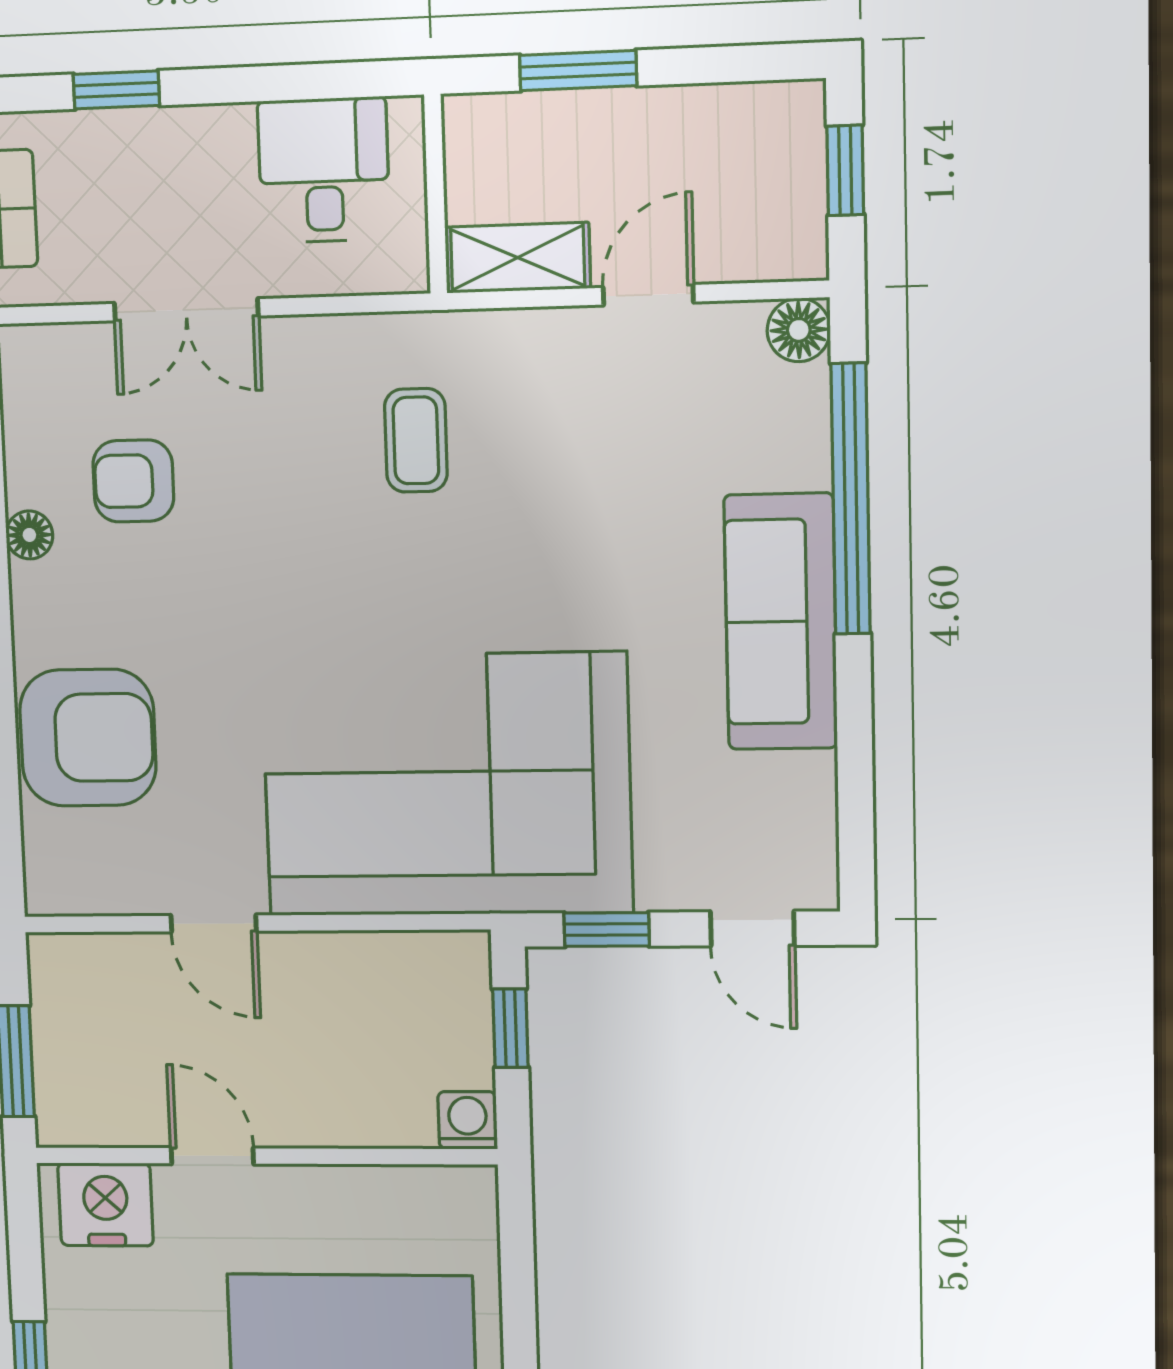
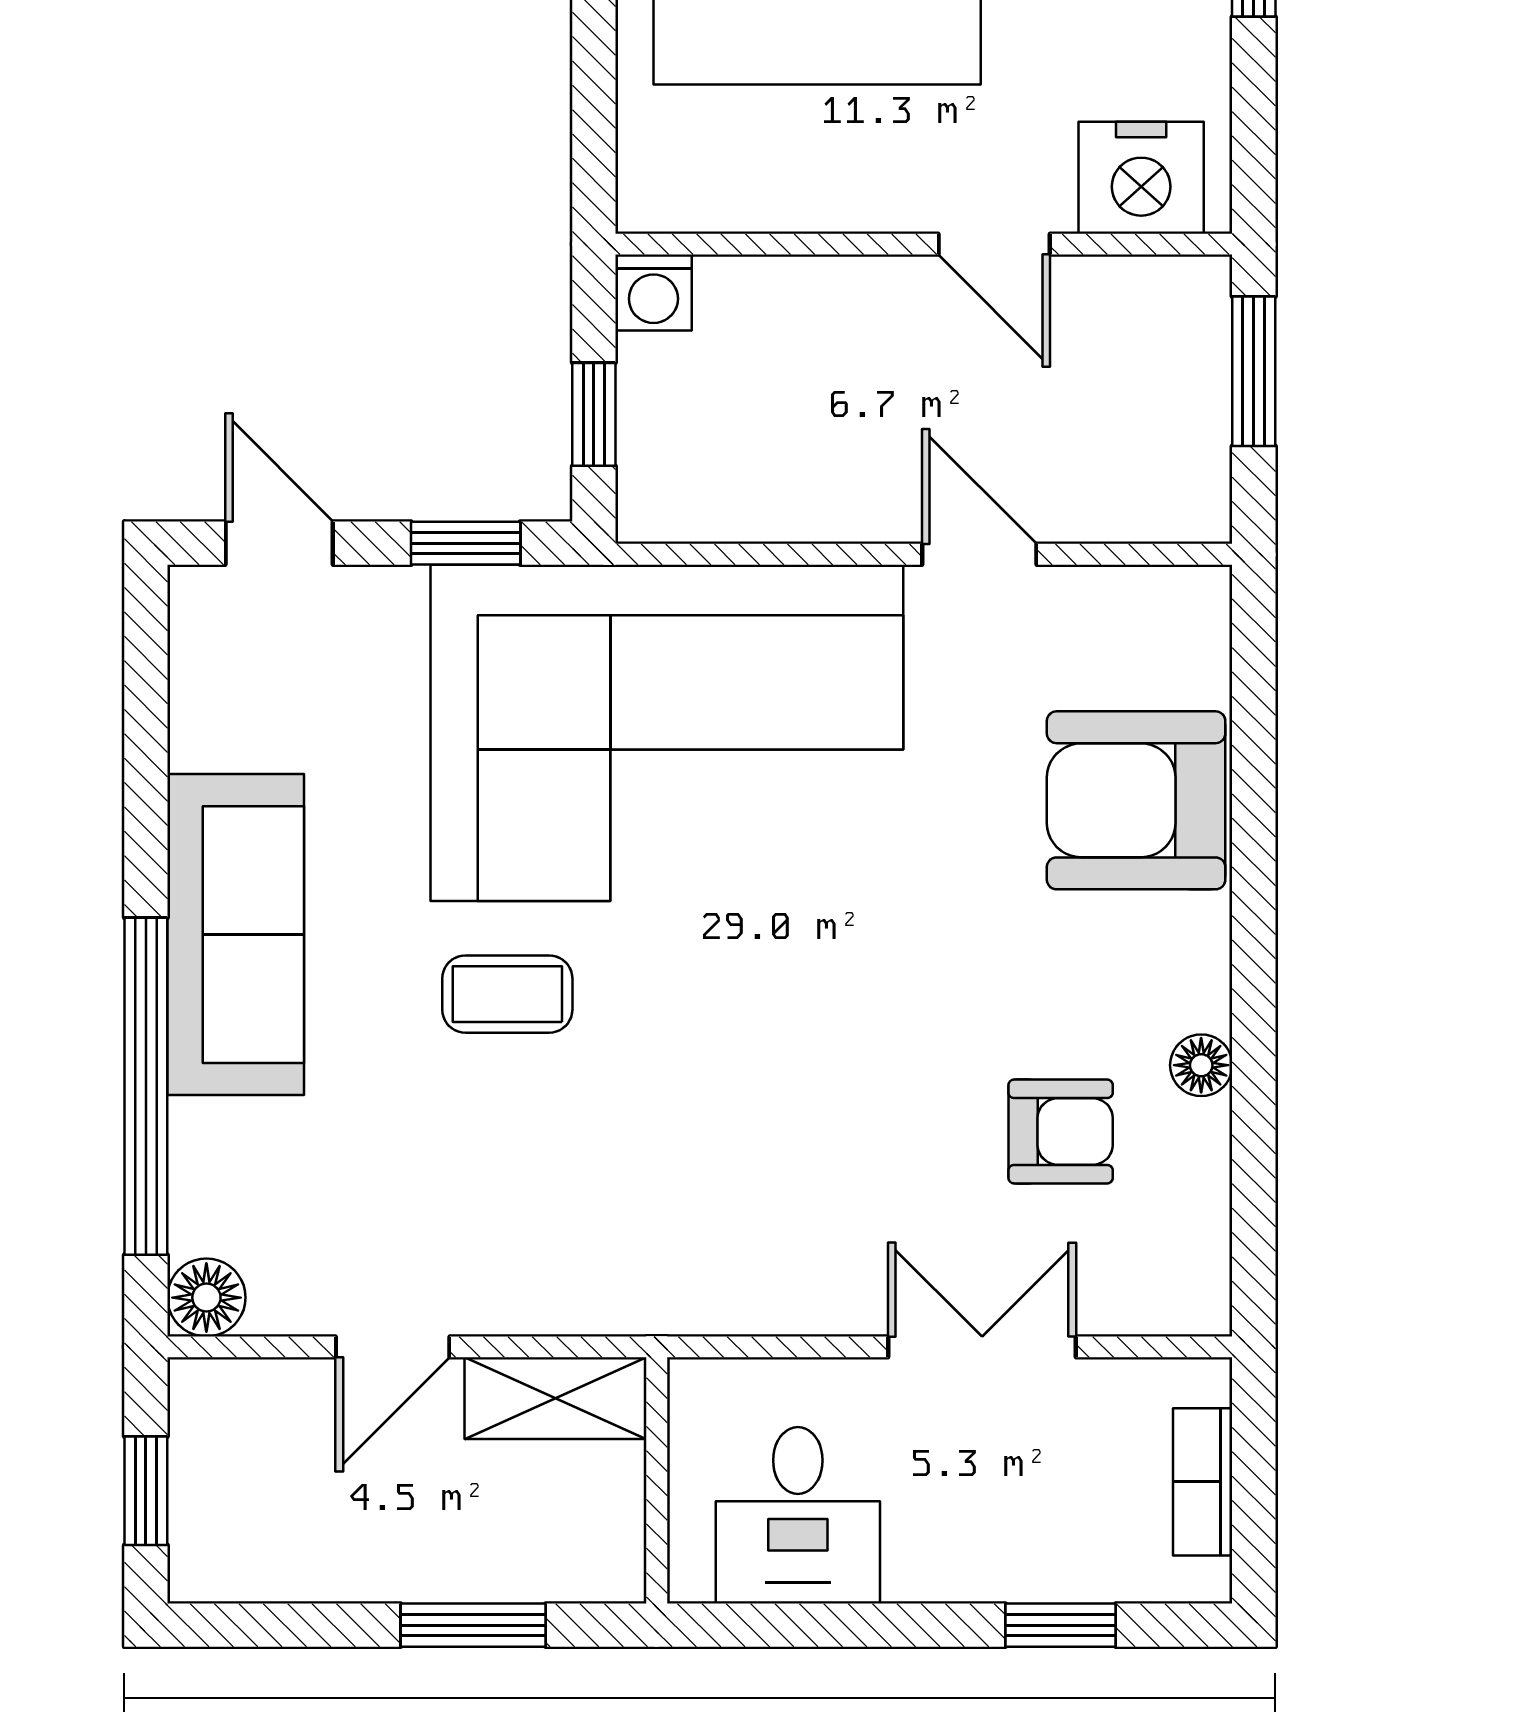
coffee table: (416, 440) -> (507, 994), moved, turned 90

